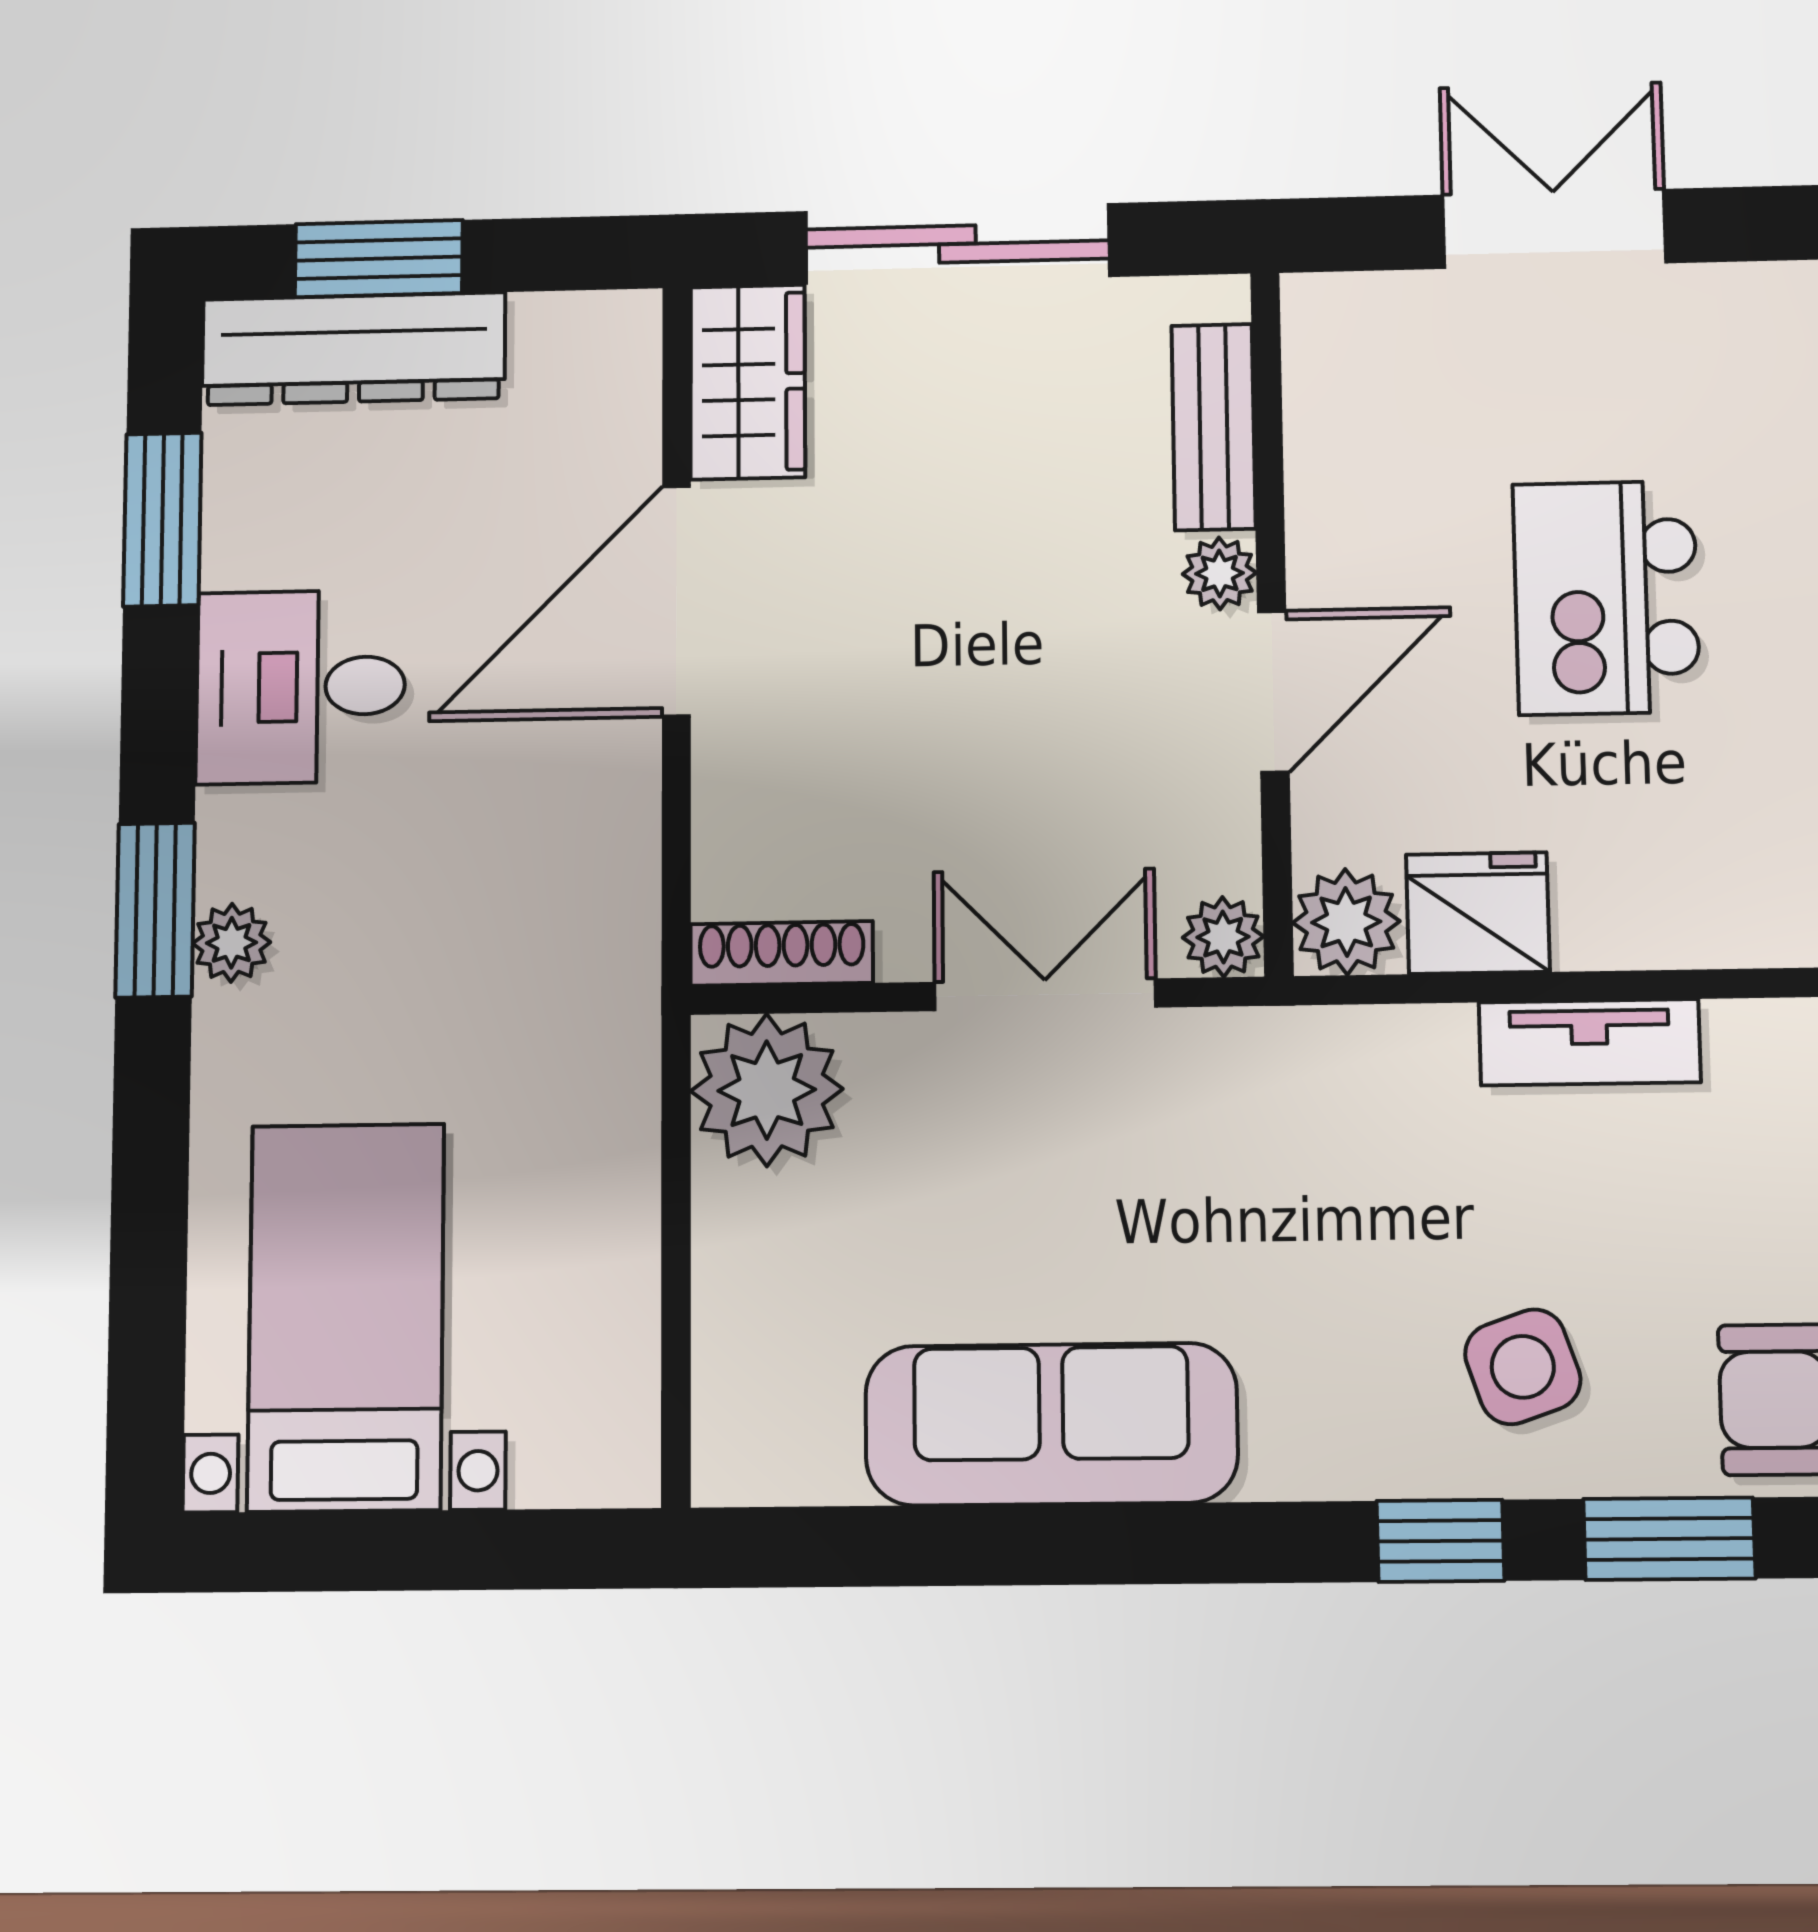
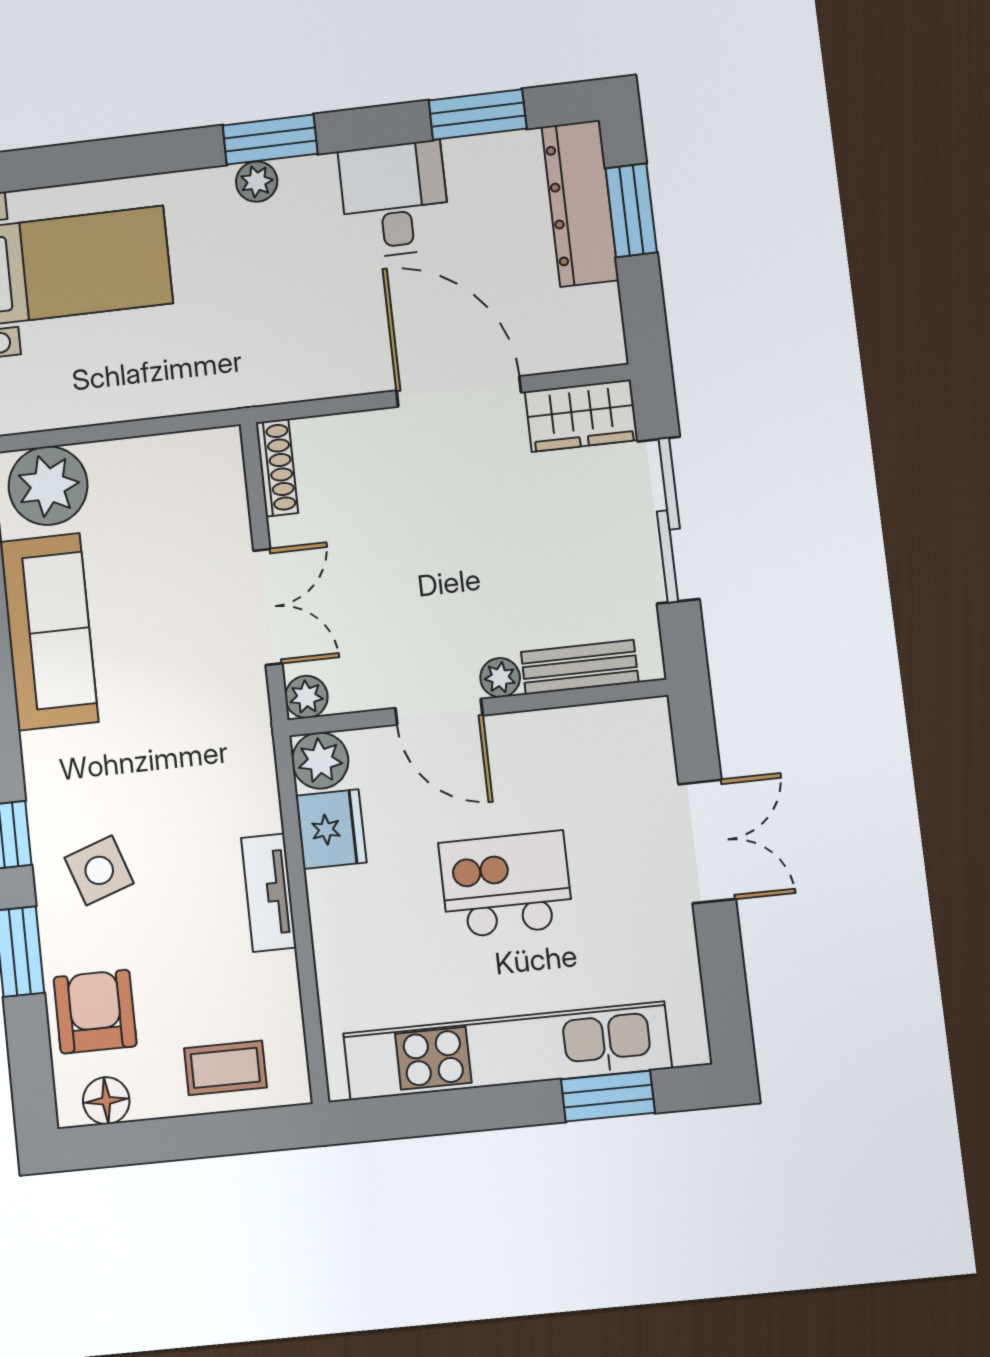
plant: (767, 1090) -> (48, 486), moved

